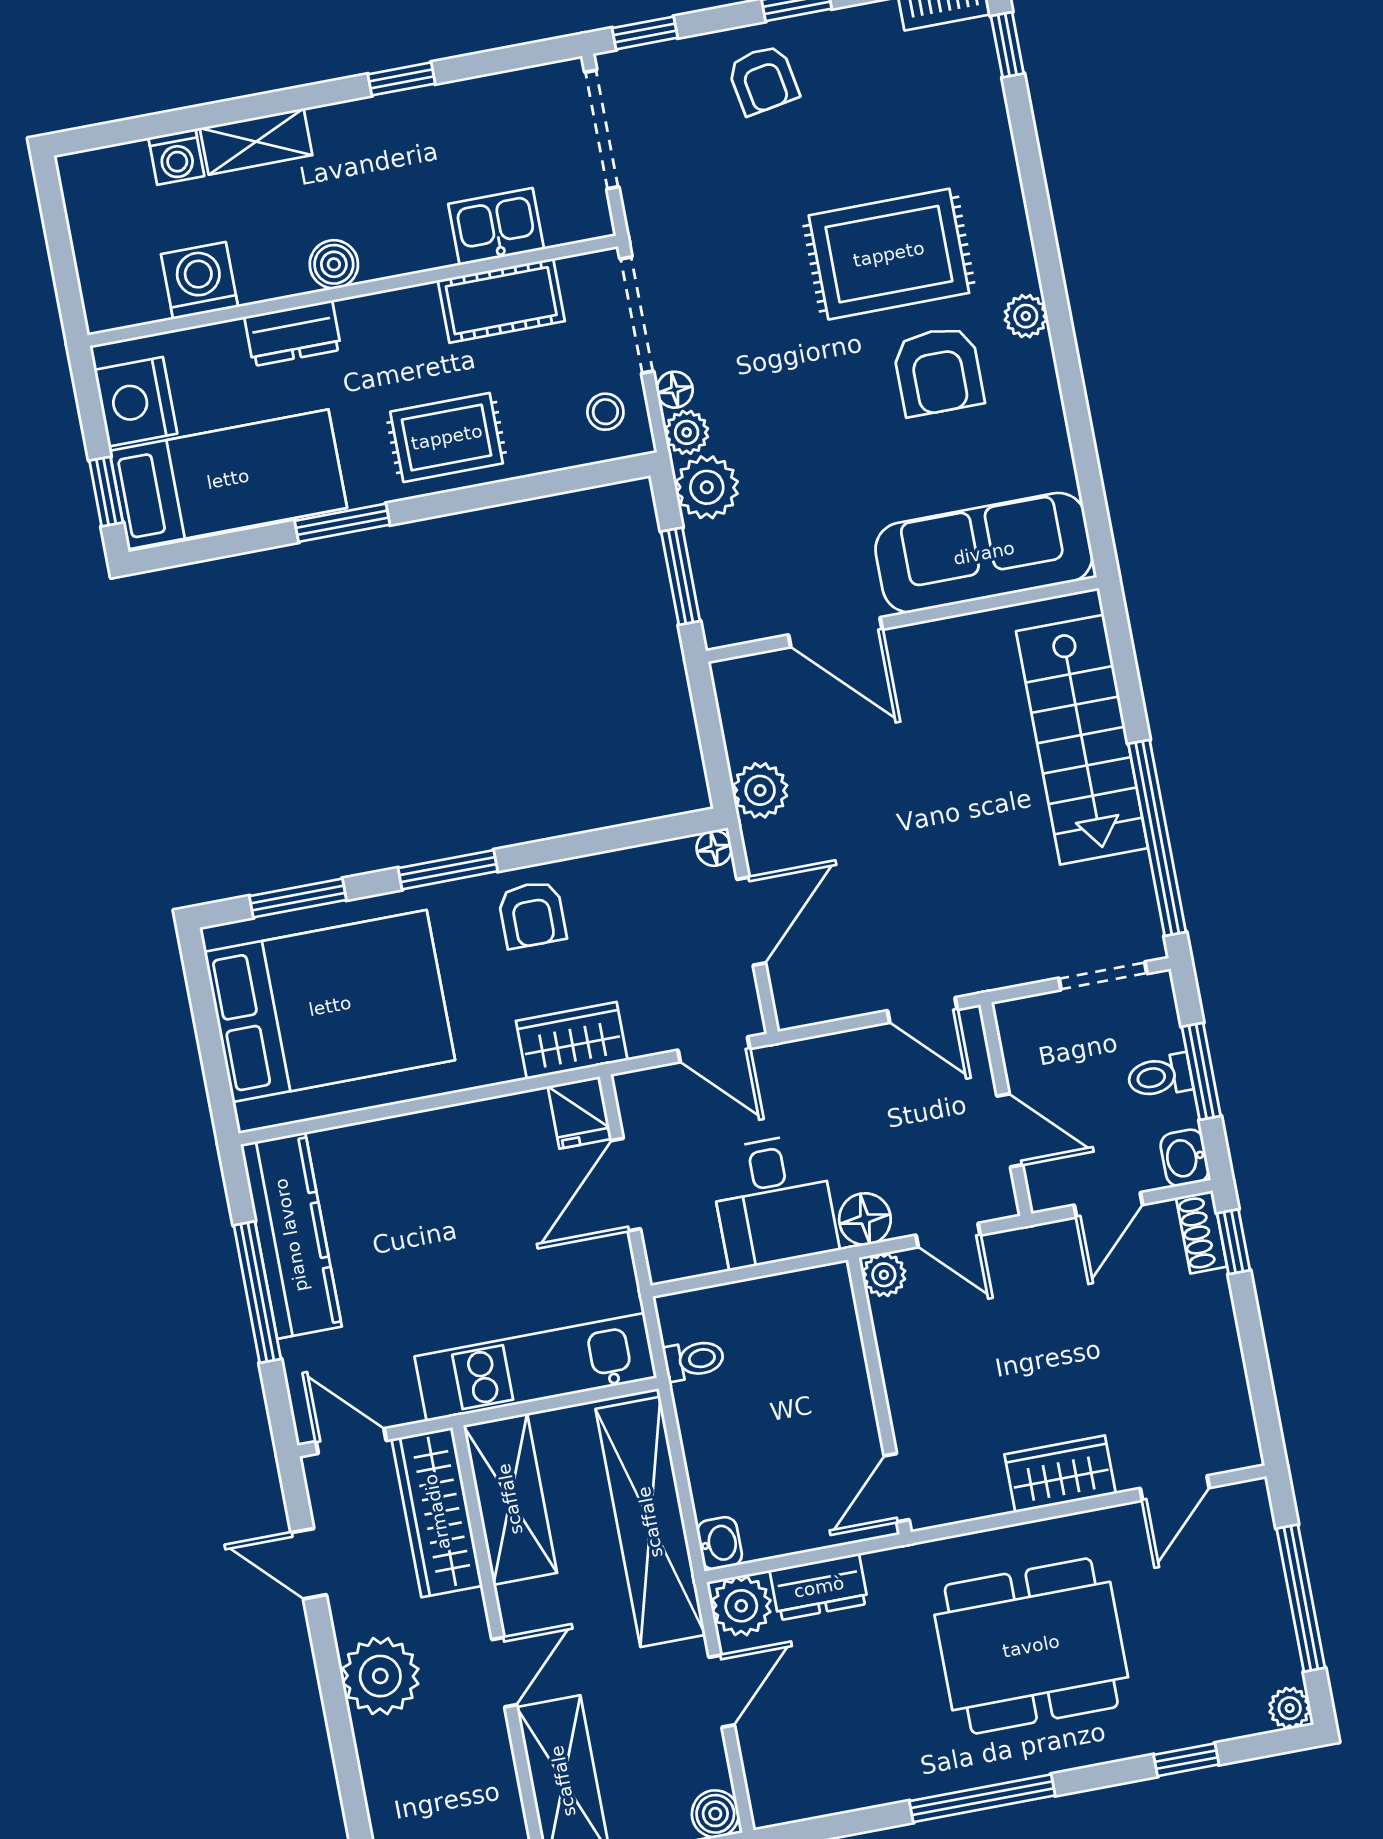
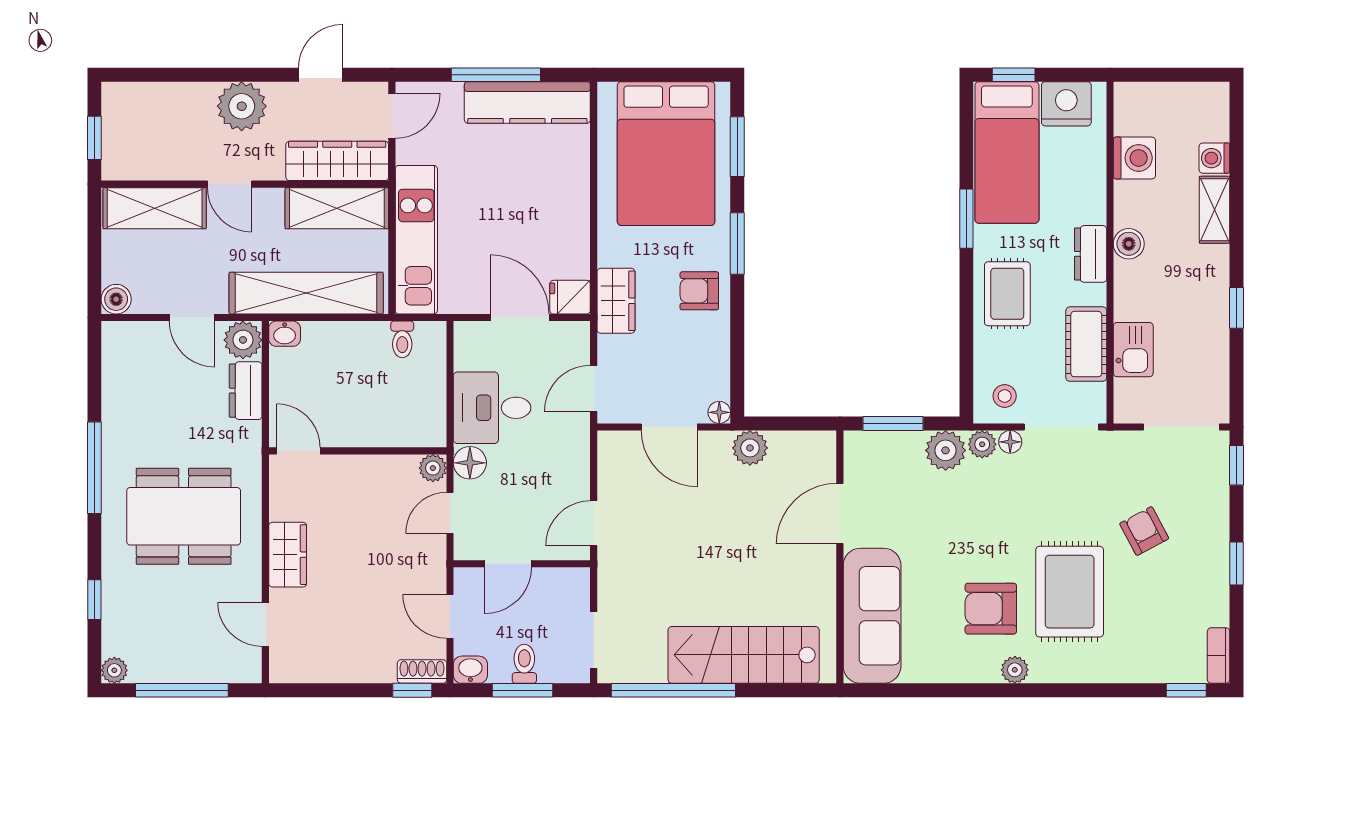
armchair: (763, 80) -> (1144, 531), moved, turned 72
dresser: (293, 333) -> (1091, 254), moved
dining table: (1031, 1646) -> (184, 516), turned 90

